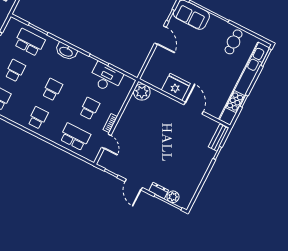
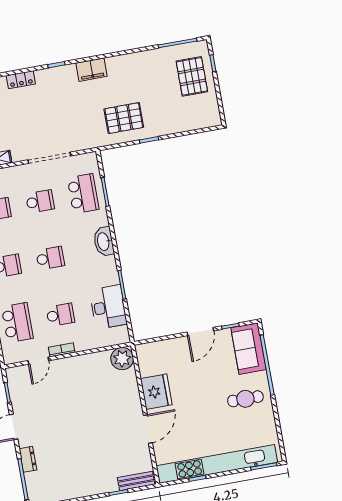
cafe table: (234, 42) -> (245, 399), moved
plant: (173, 197) -> (33, 480), removed

